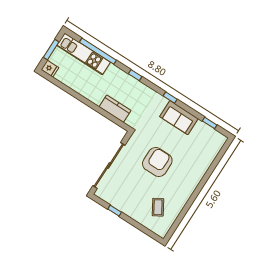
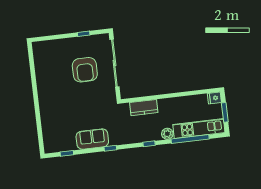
plant: (113, 71) -> (167, 134), added
armchair: (157, 162) -> (85, 70), moved
coffee table: (158, 207) -> (54, 62), removed

